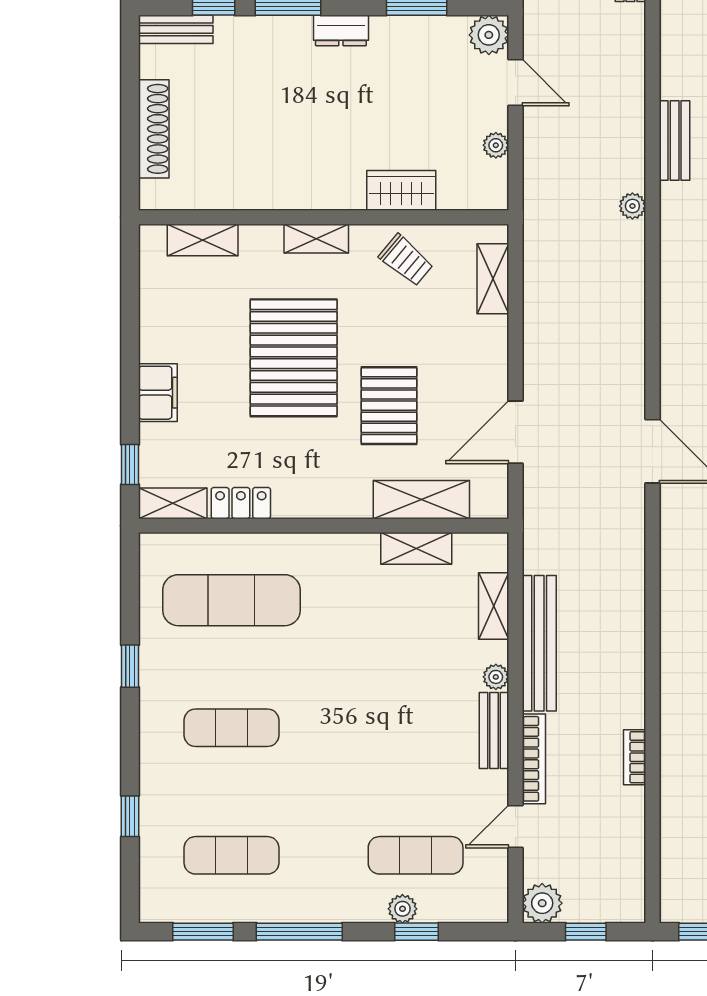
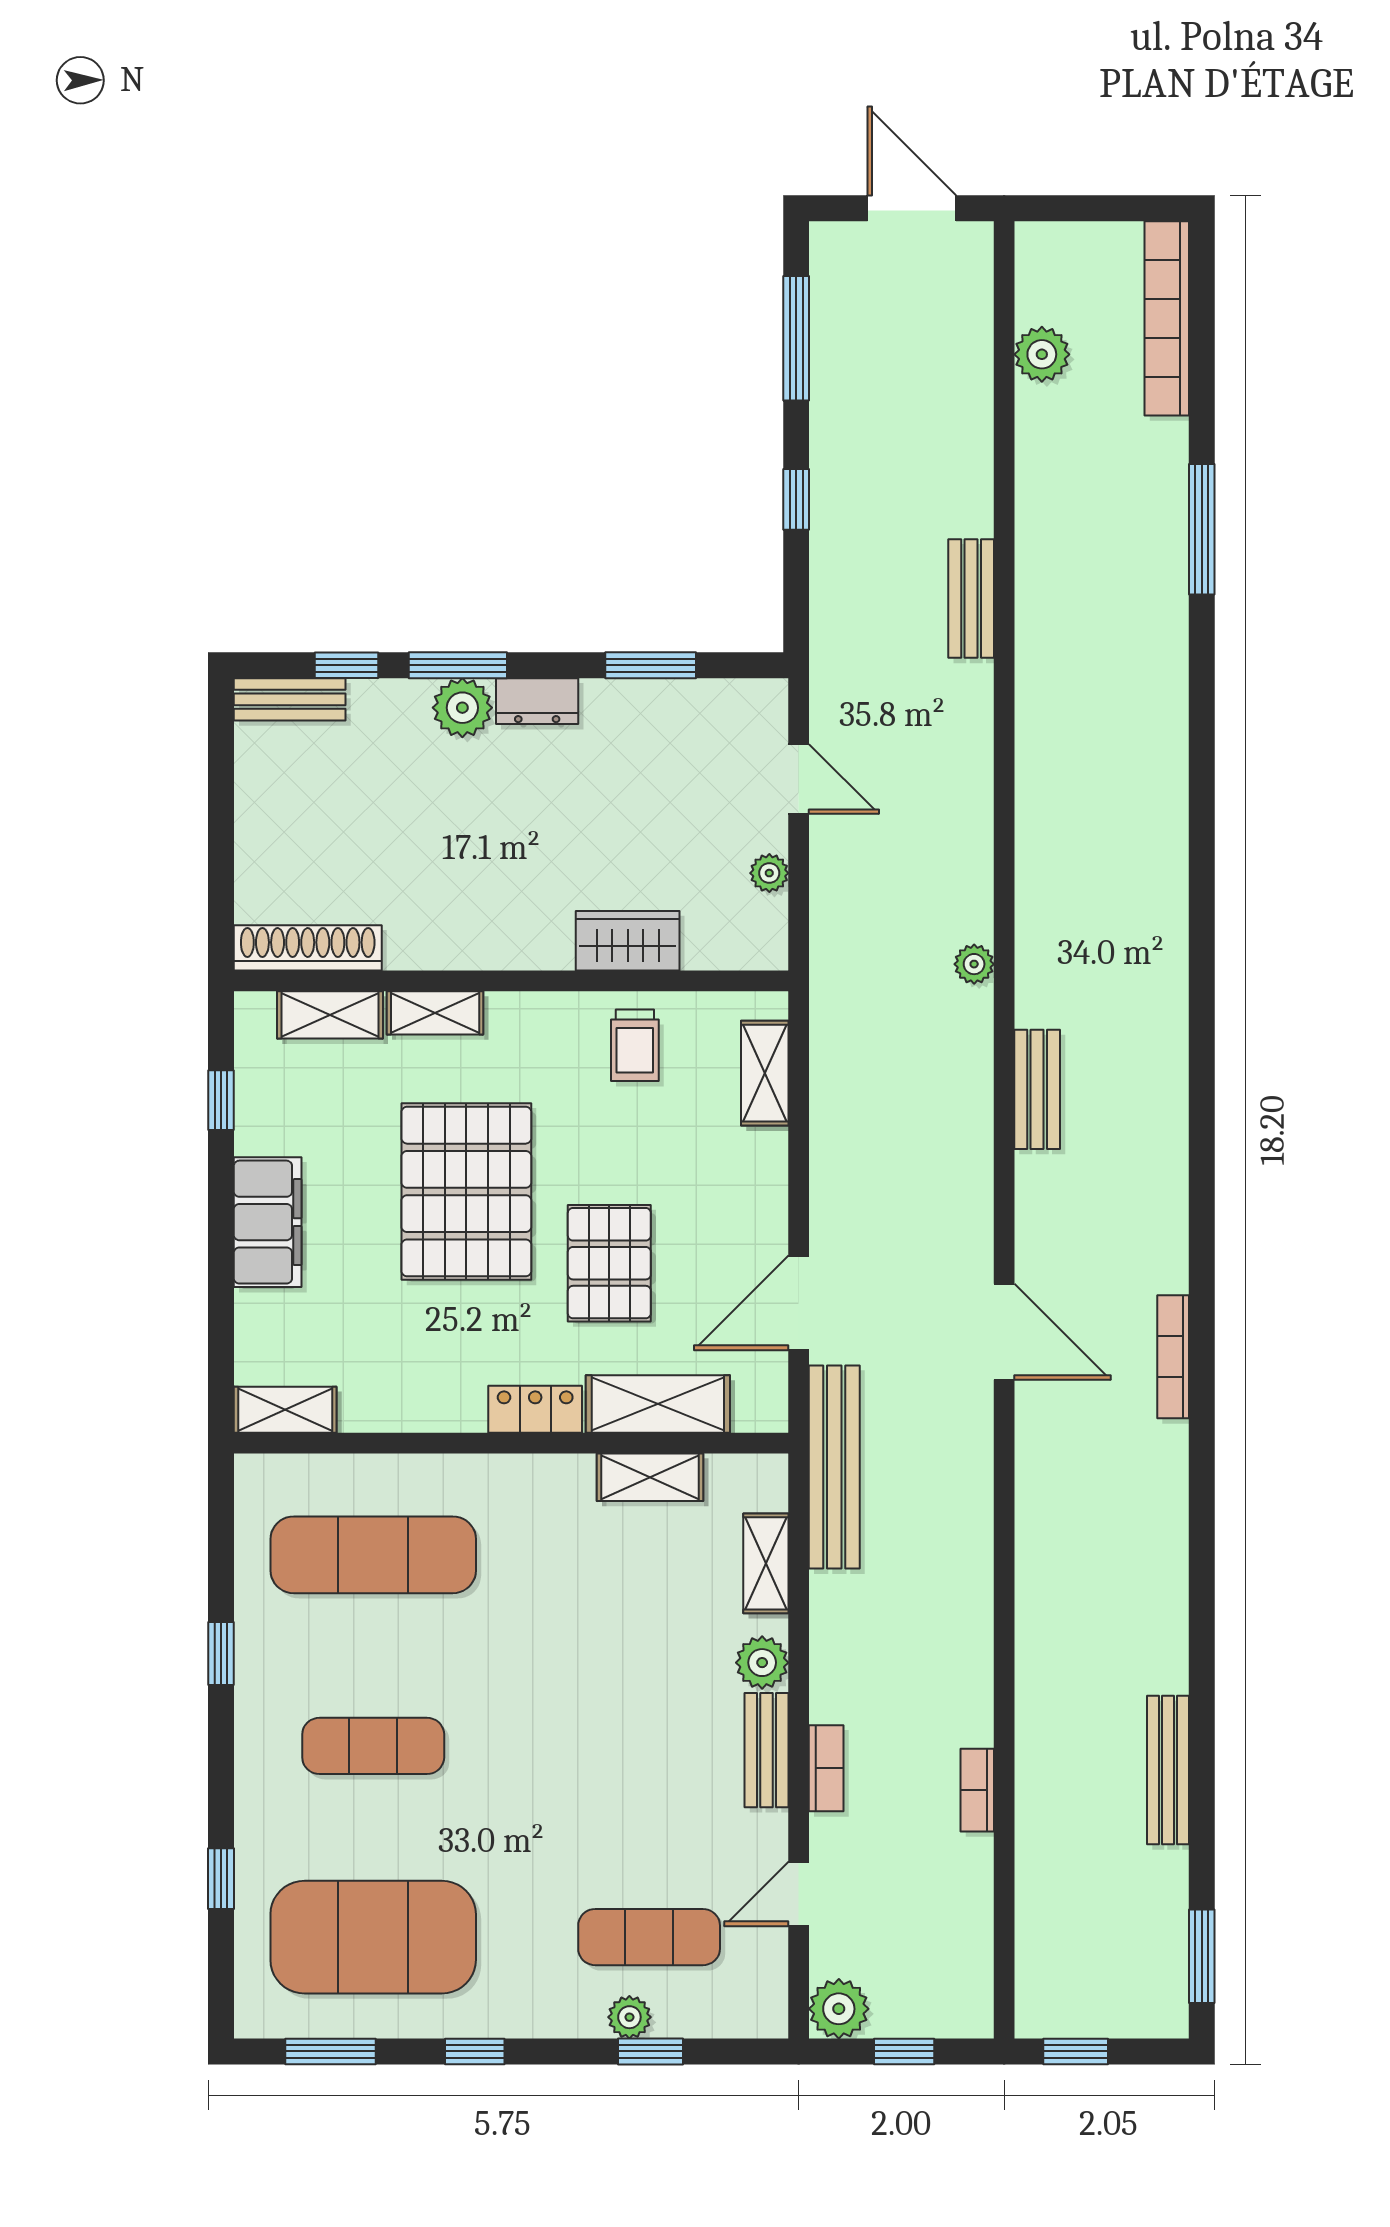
plant: (489, 35) -> (462, 708), moved
shoe rack: (154, 129) -> (308, 948), moved, turned -90
bench: (675, 140) -> (1037, 1089), moved
shelving: (316, 239) -> (435, 1013), moved
trolley: (406, 260) -> (635, 1045), turned 50
filing cabinet: (158, 393) -> (268, 1222), width x1.50, depth x1.17
window: (130, 464) -> (221, 1100), moved
locker: (241, 503) -> (535, 1409), moved
bench: (539, 643) -> (834, 1467), moved
plant: (496, 677) -> (762, 1663), width x1.38, depth x1.38
bookcase: (534, 759) -> (826, 1768), width x0.64
exercise mat: (231, 855) -> (373, 1937), width x2.00, depth x1.45
window: (299, 932) -> (475, 2051), width x0.46

